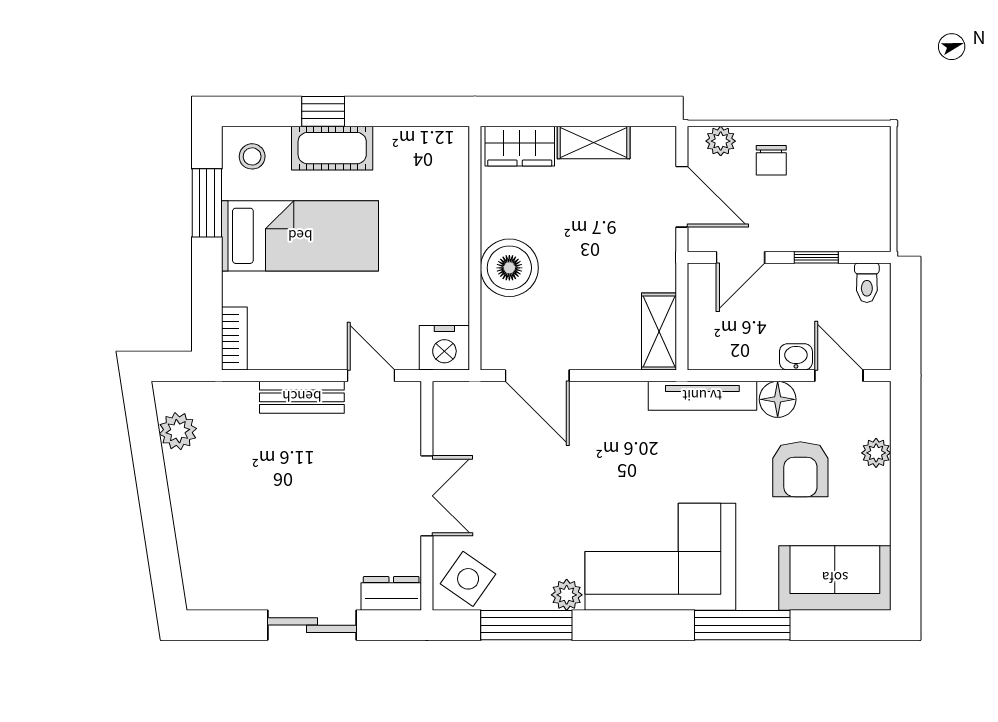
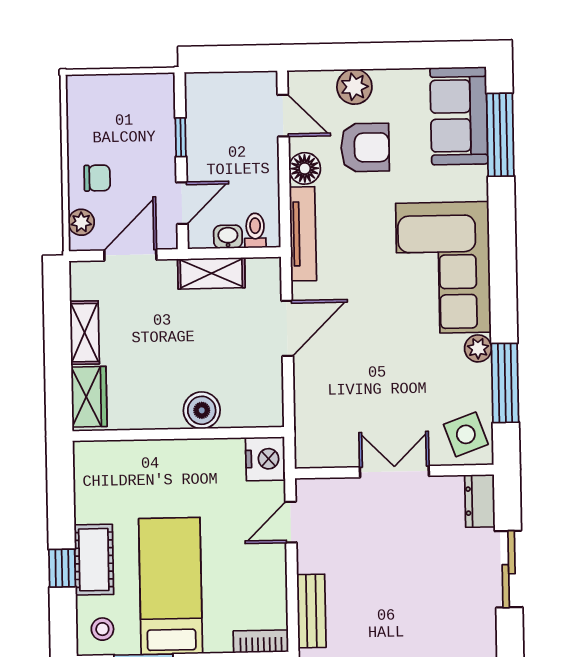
door: (740, 257) -> (182, 203), hinge flipped
boiler: (509, 268) -> (202, 410), width x0.73, depth x0.73
toilet: (867, 283) -> (255, 230), moved, turned -90
shelving: (659, 332) -> (211, 273), moved
washbasin: (796, 357) -> (228, 237), moved, turned 90
door: (537, 376) -> (287, 328), moved
door: (839, 376) -> (283, 116), swing flipped
bench: (302, 397) -> (311, 611), moved
plant: (876, 453) -> (354, 87), width x1.38, depth x1.38
side table: (468, 579) -> (466, 434), turned 35
window: (742, 625) -> (500, 135), moved

